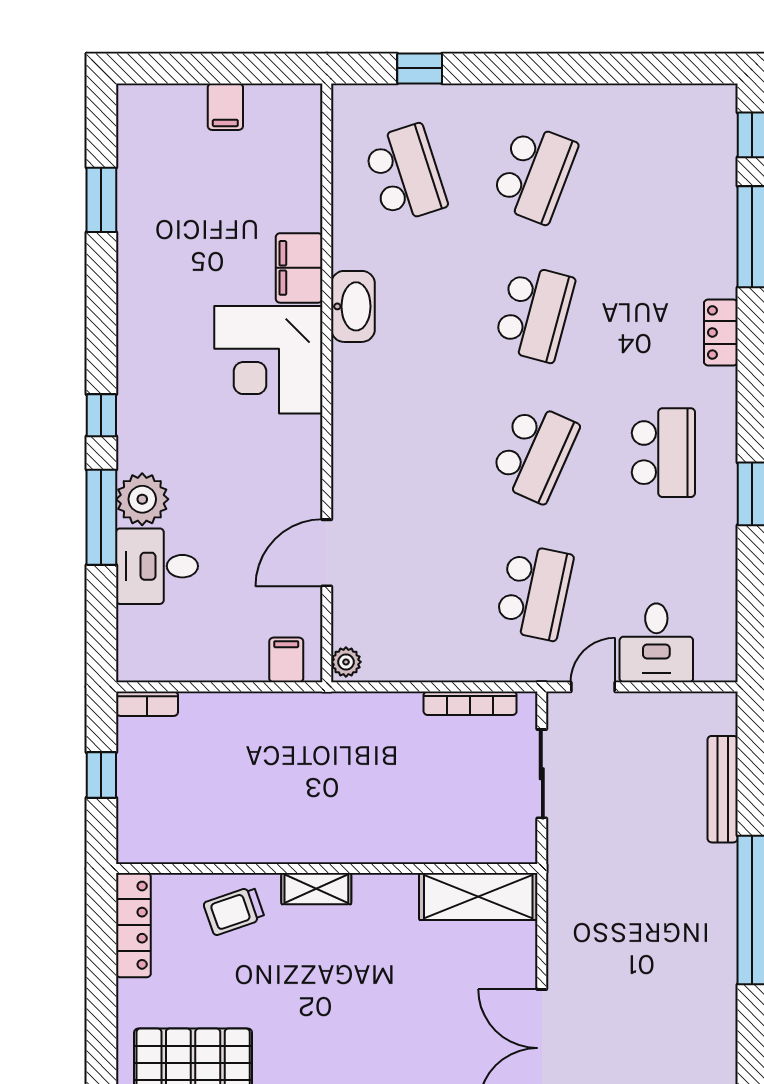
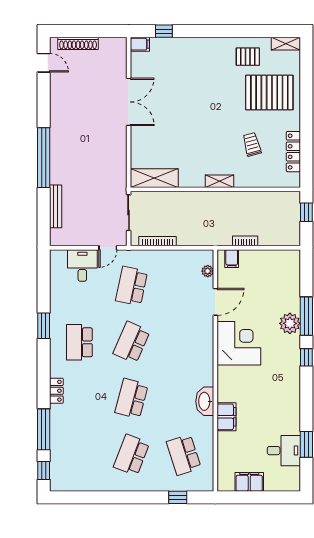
filing cabinet: (225, 107) -> (249, 482), width x2.00
corner desk: (268, 360) -> (239, 343), moved
desk: (157, 566) -> (284, 451), moved
plant: (346, 662) -> (208, 271), moved
bookcase: (147, 704) -> (245, 241), moved
wall: (327, 869) -> (215, 189), moved
shelving: (316, 889) -> (220, 181), moved
shelving: (478, 897) -> (154, 178), moved
trolley: (234, 911) -> (252, 144), moved, turned -86

